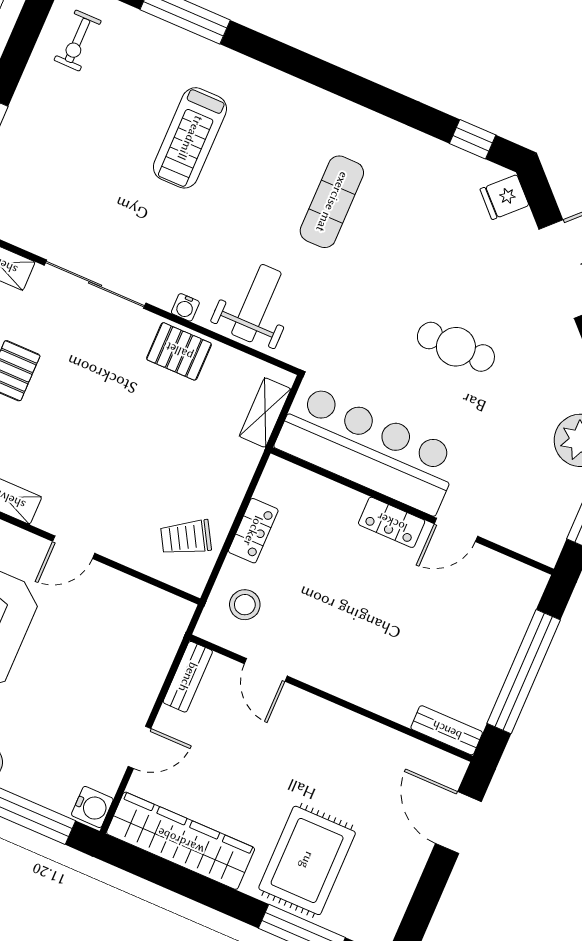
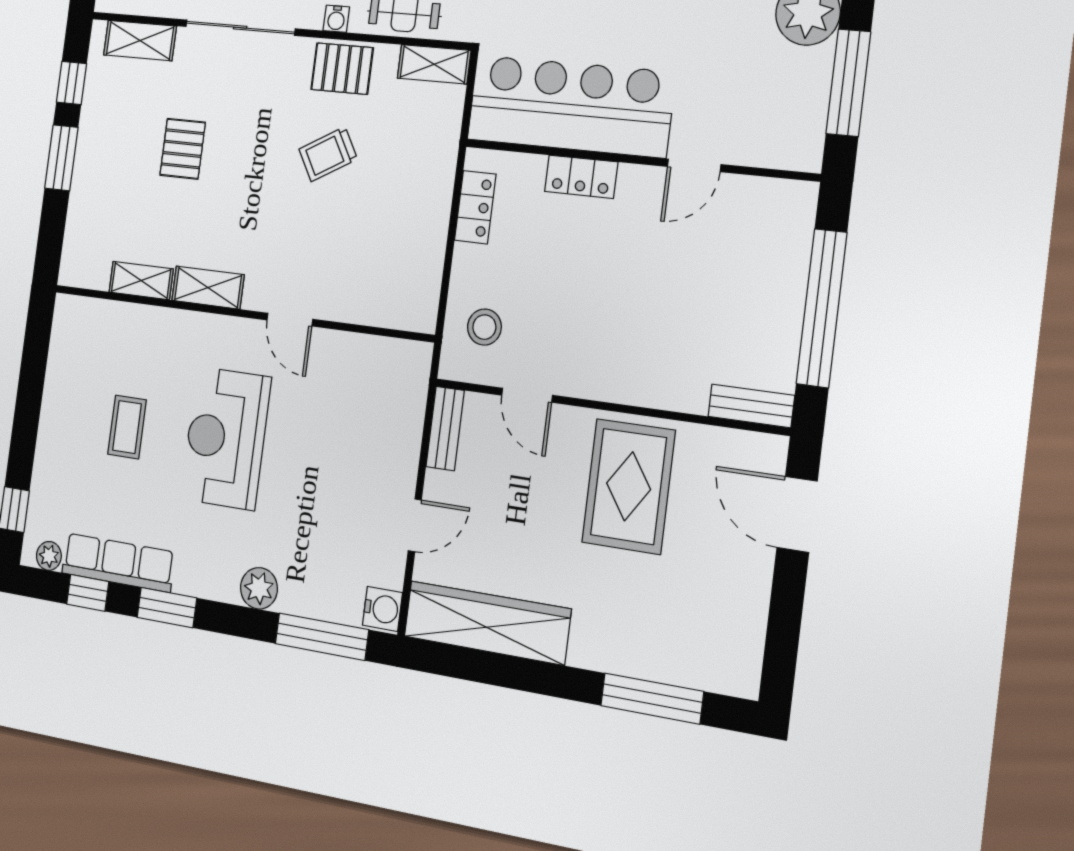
shelving: (265, 413) -> (434, 64), moved, turned 90
locker: (392, 522) -> (581, 177), moved
locker: (253, 531) -> (475, 207), moved
trolley: (186, 537) -> (328, 154), moved
door: (74, 547) -> (290, 320), hinge flipped
rug: (307, 860) -> (629, 486), moved

